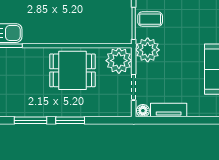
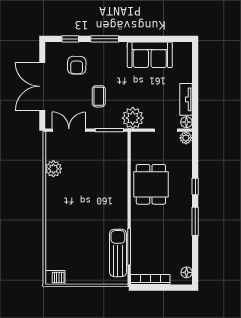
coffee table: (150, 19) -> (99, 96), moved
plant: (119, 61) -> (186, 138), moved, width x0.53, depth x0.53
window: (70, 120) -> (195, 186), width x0.67

